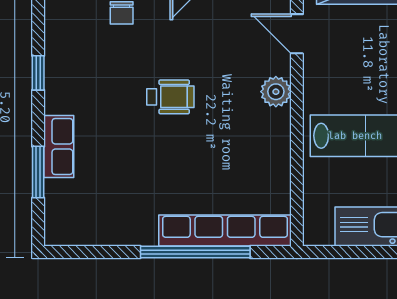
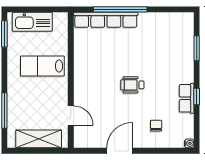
plant: (276, 92) -> (81, 87), removed
row of seats: (59, 146) -> (187, 98), moved

